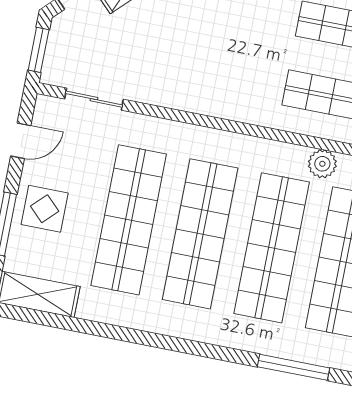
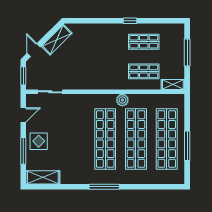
plant: (322, 164) -> (122, 100), moved
shop shelf: (129, 220) -> (74, 139), removed
window: (293, 367) -> (104, 187), moved

